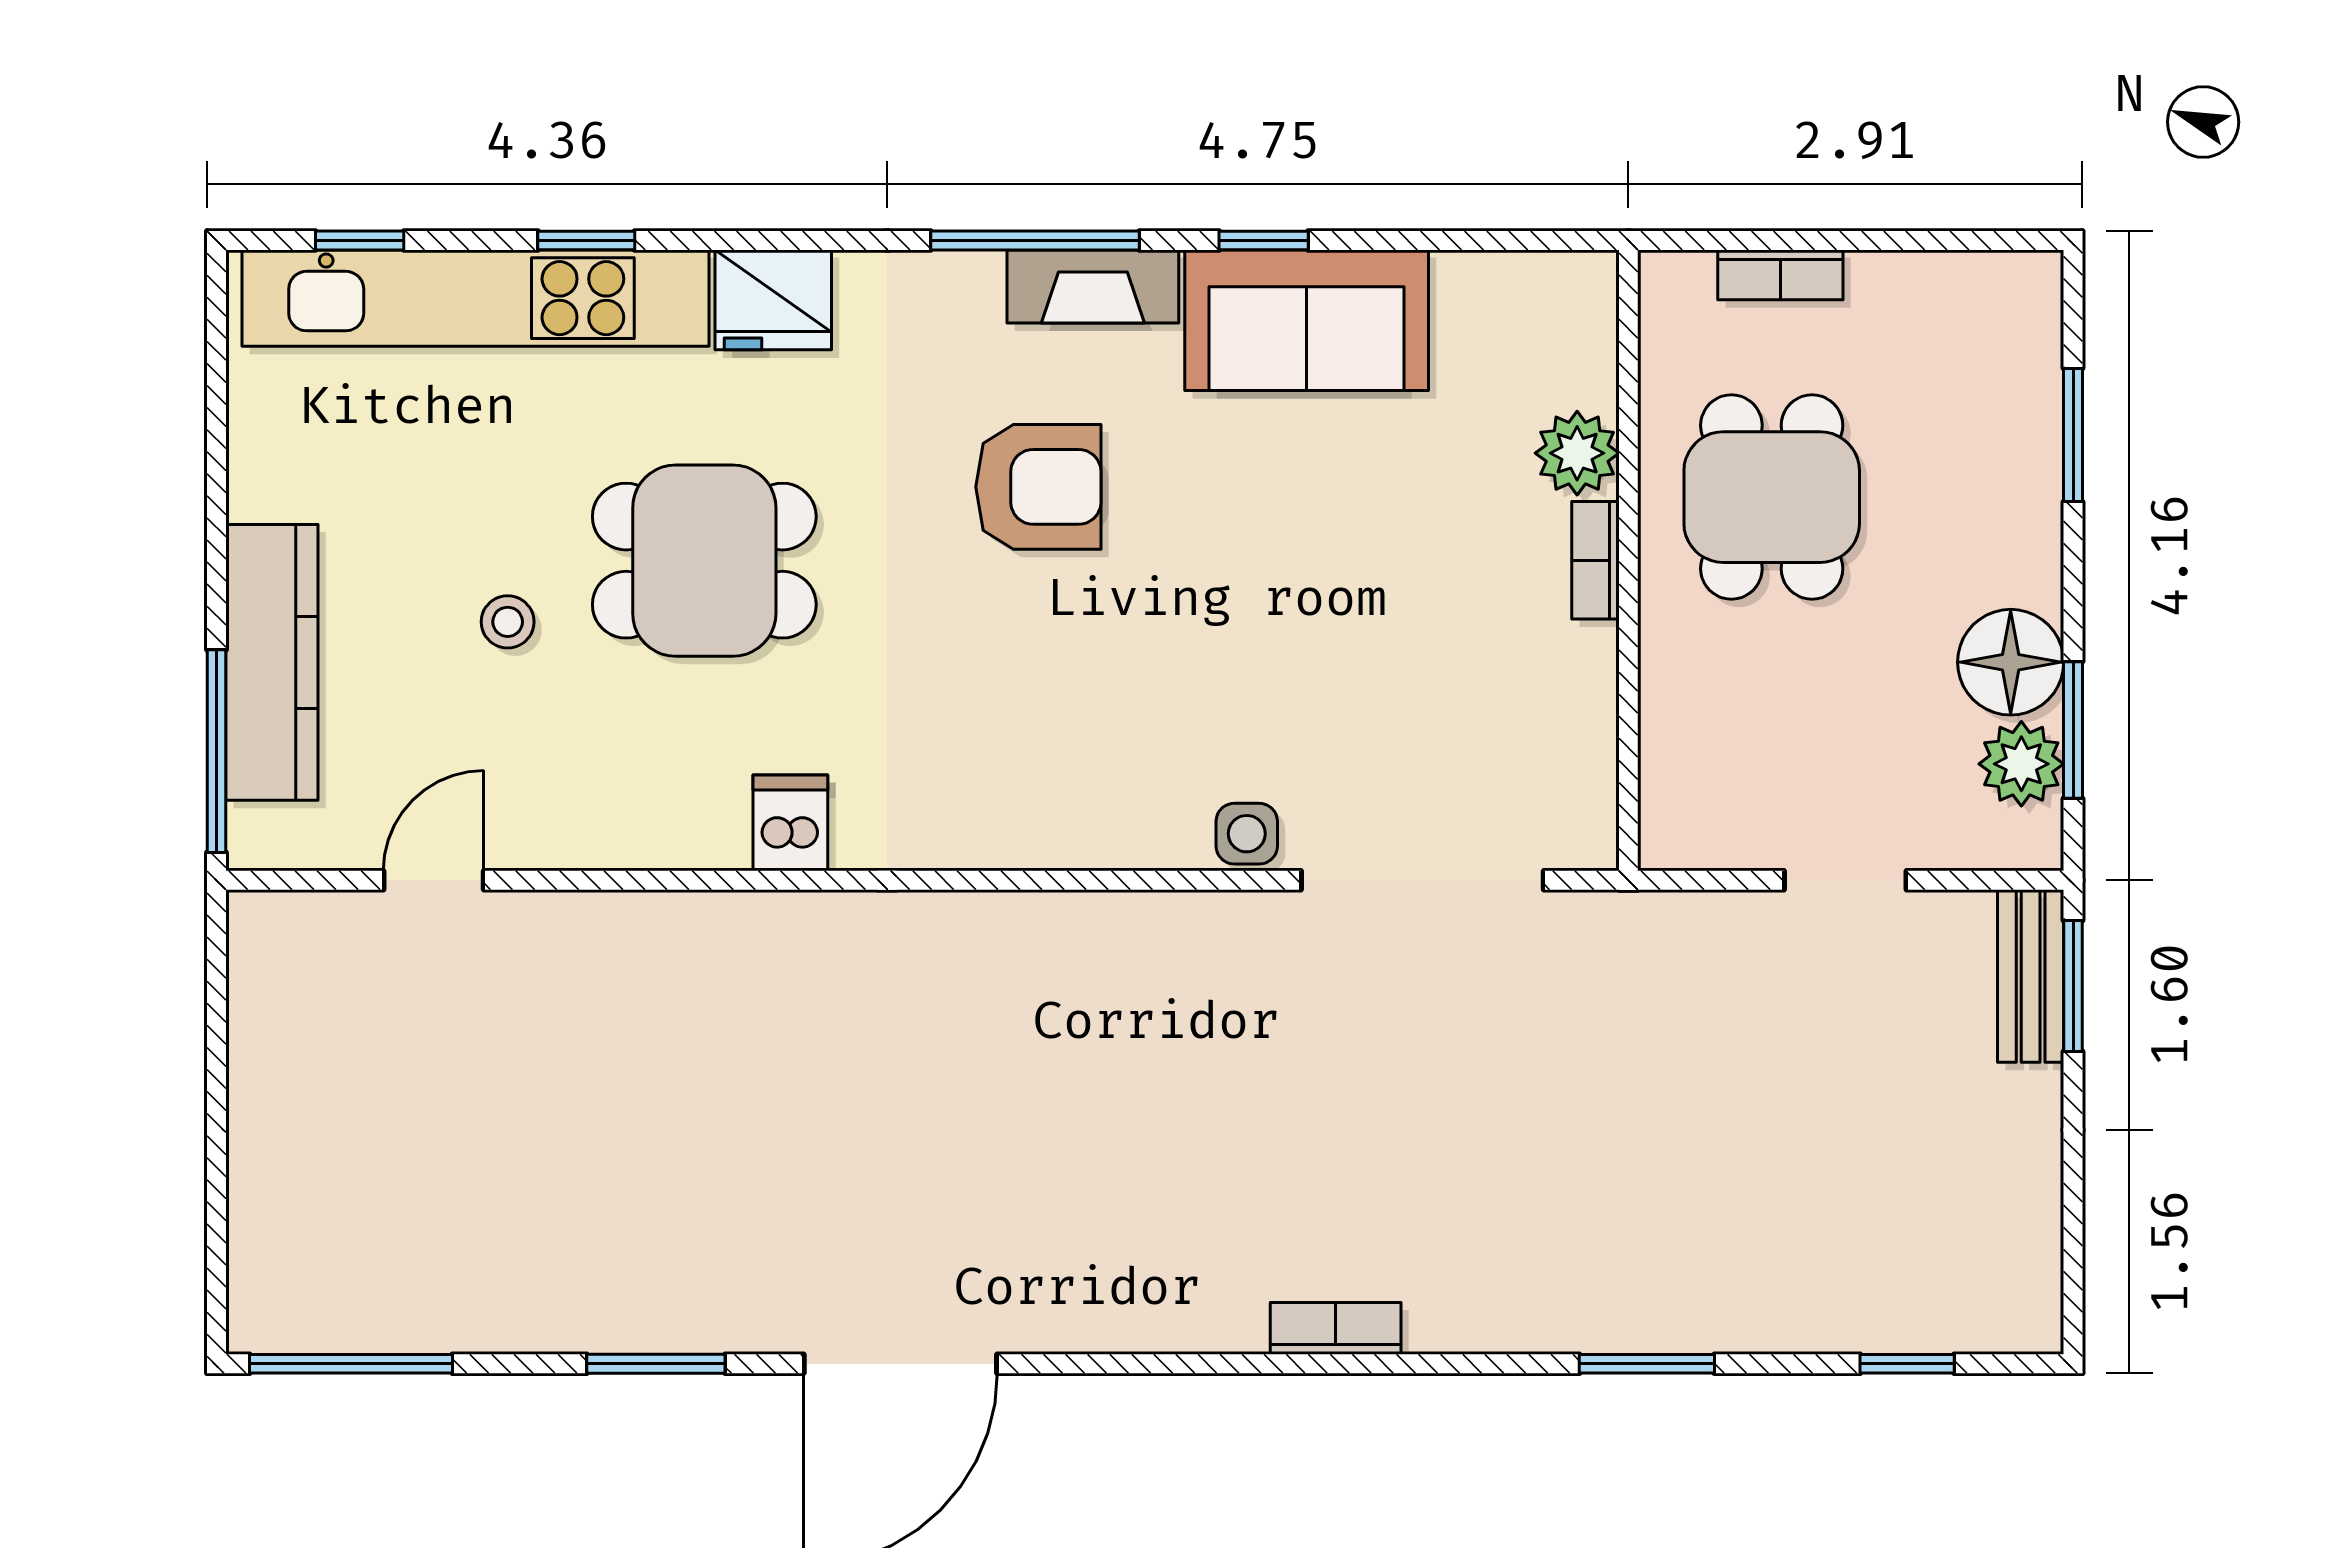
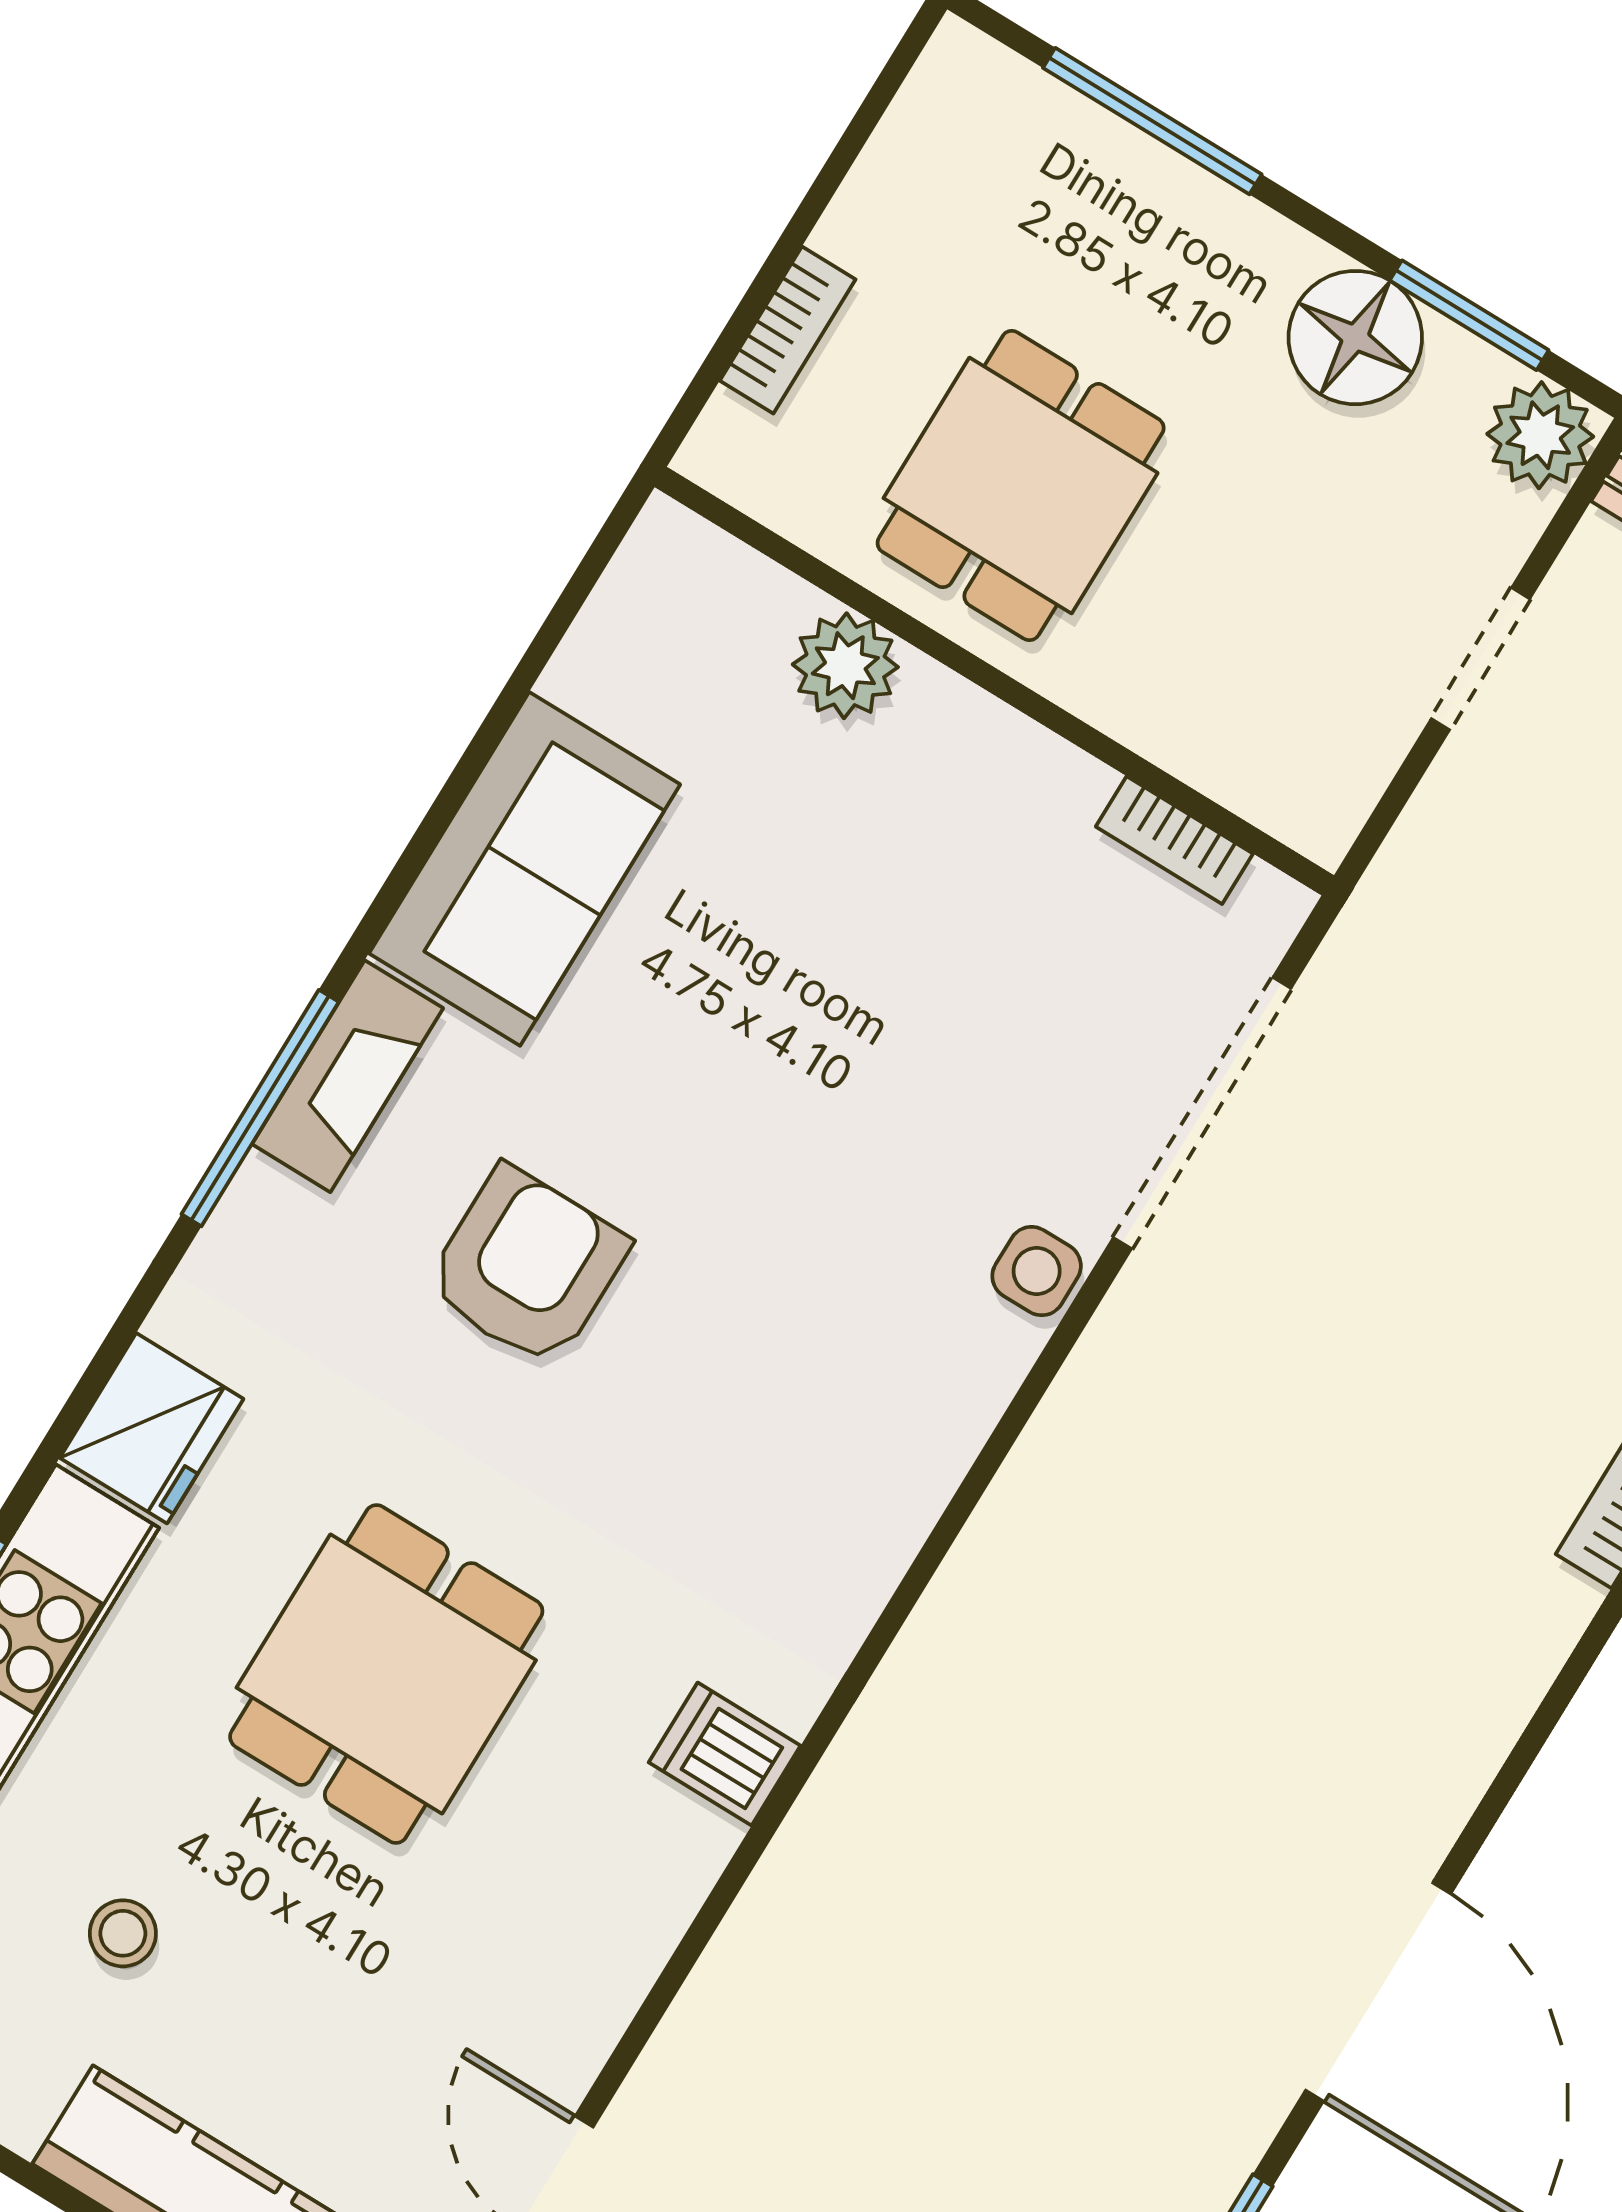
window: (1264, 241) -> (411, 862), removed
window: (2073, 435) -> (1152, 121), width x1.44
dining table: (1772, 497) -> (1021, 486), turned 90
bookcase: (1595, 560) -> (1174, 840), moved
stool: (508, 622) -> (123, 1933), moved
plant: (2021, 764) -> (1540, 435), moved

